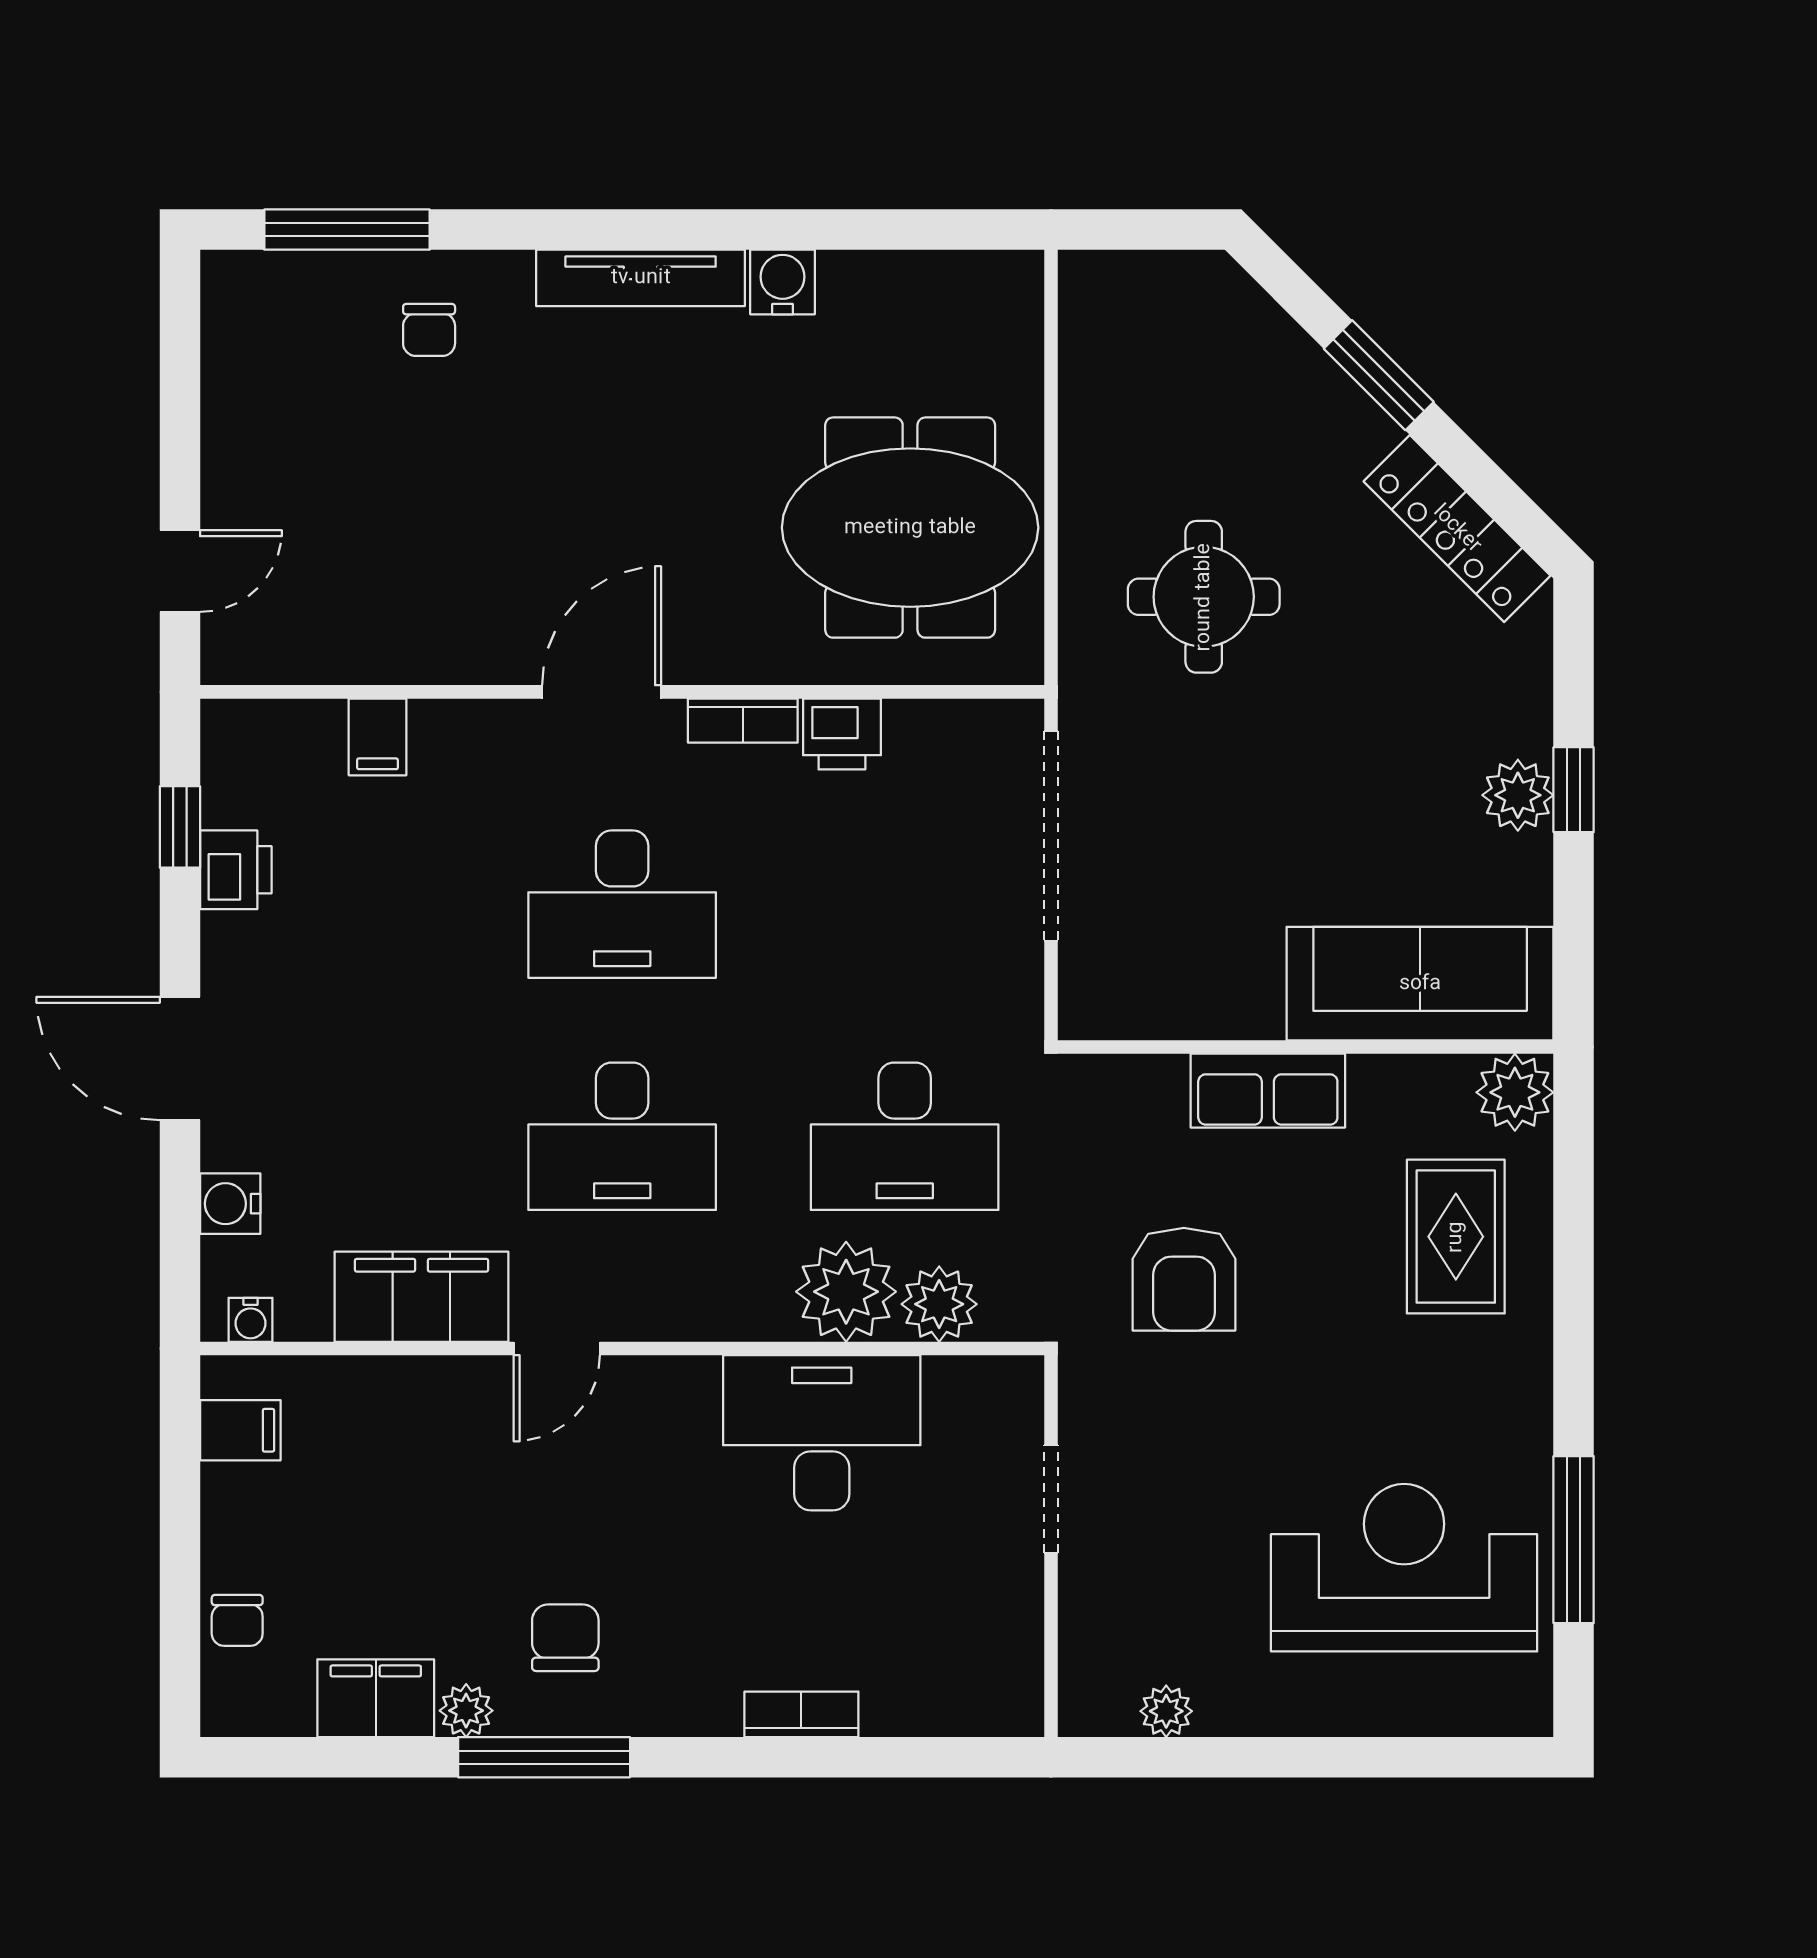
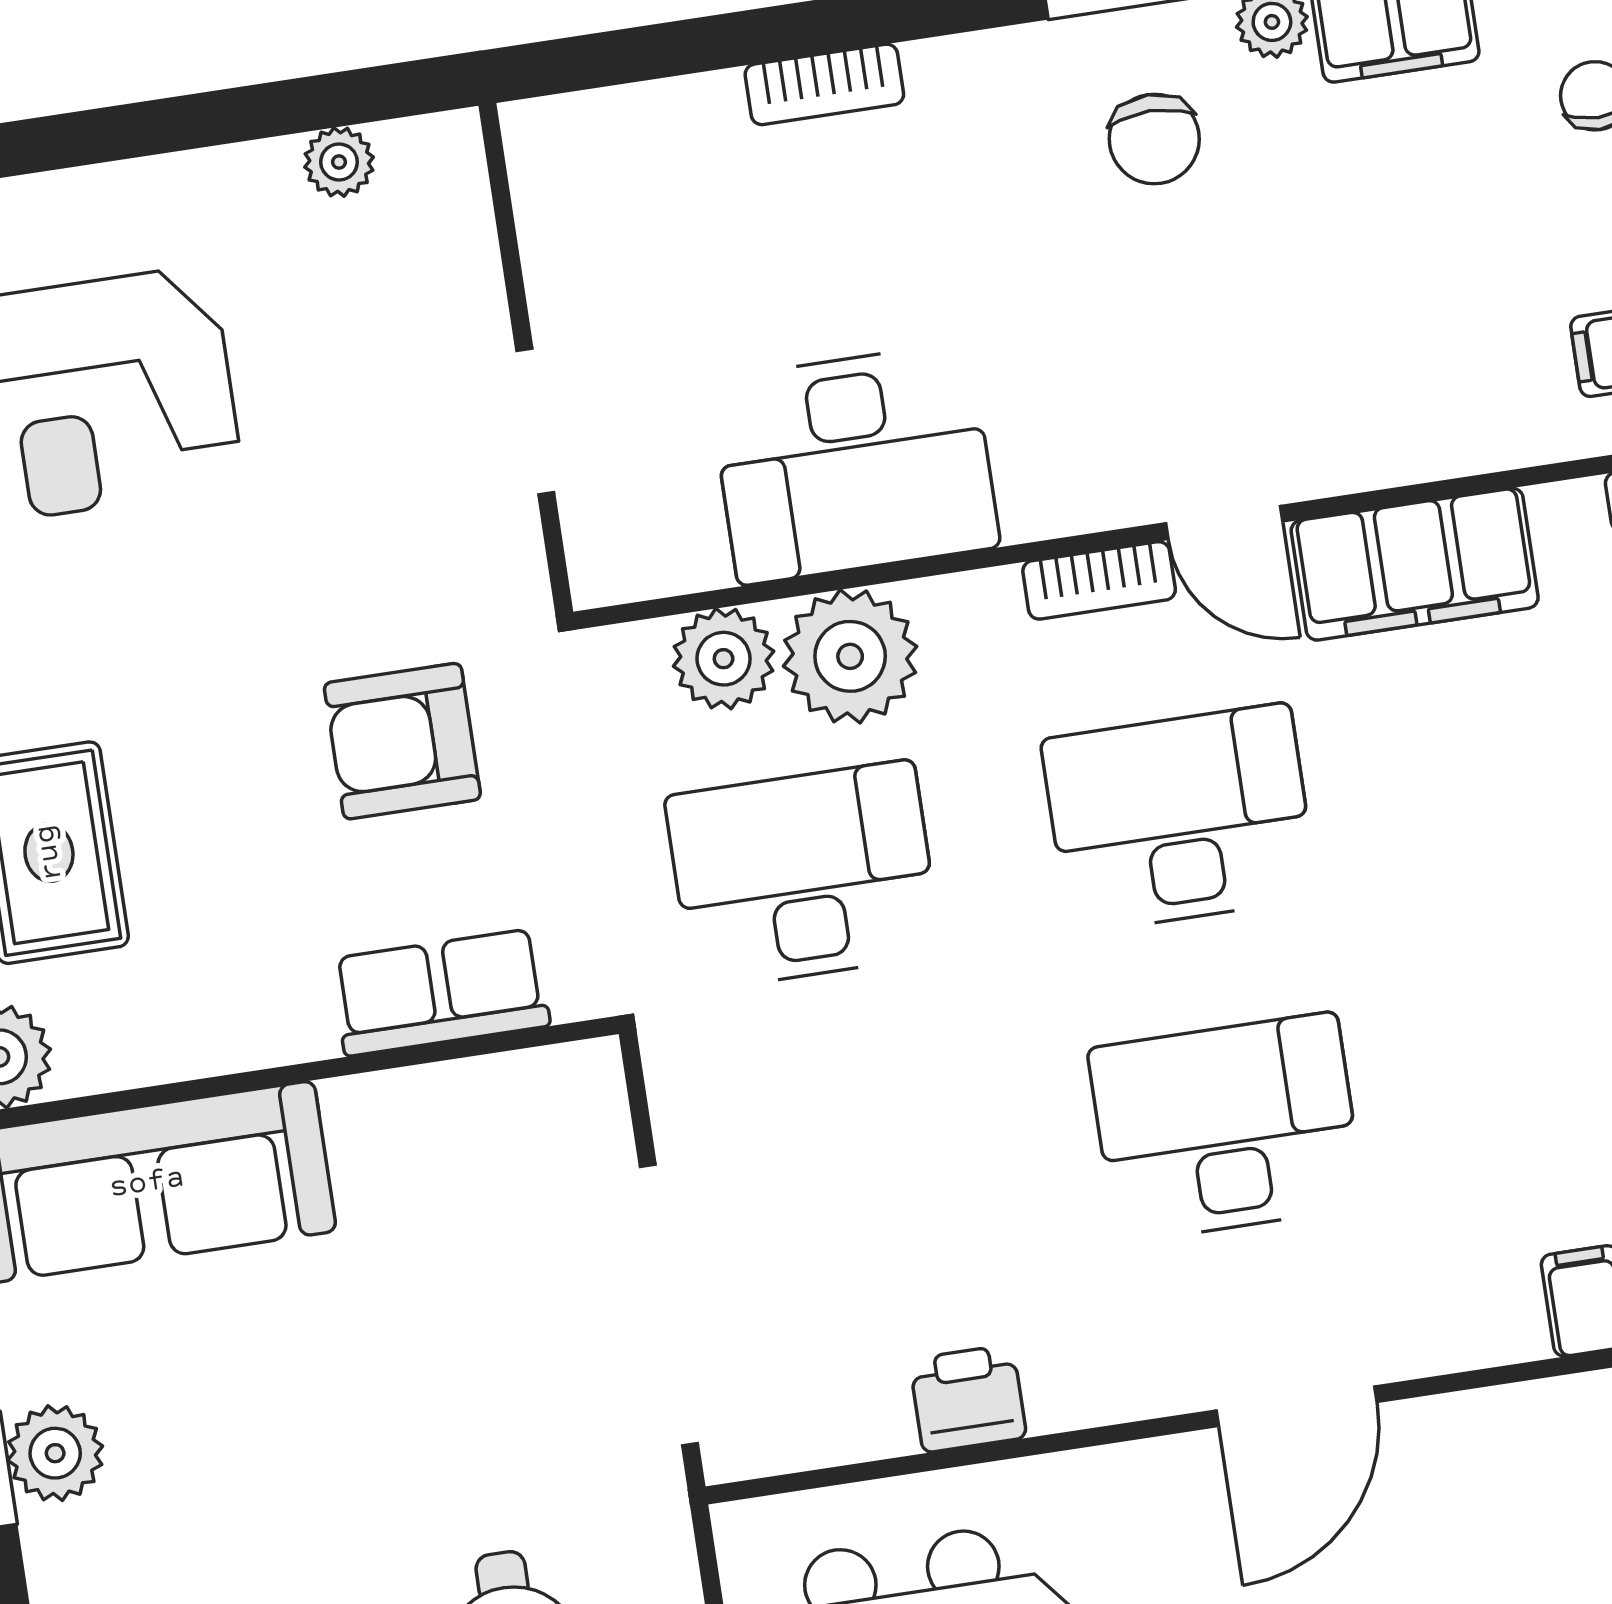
bookcase: (743, 721) -> (1099, 580), moved, turned 180
row of seats: (1268, 1091) -> (440, 992), moved
armchair: (1184, 1279) -> (402, 741), turned -90
door: (557, 1348) -> (1224, 522), swing flipped

